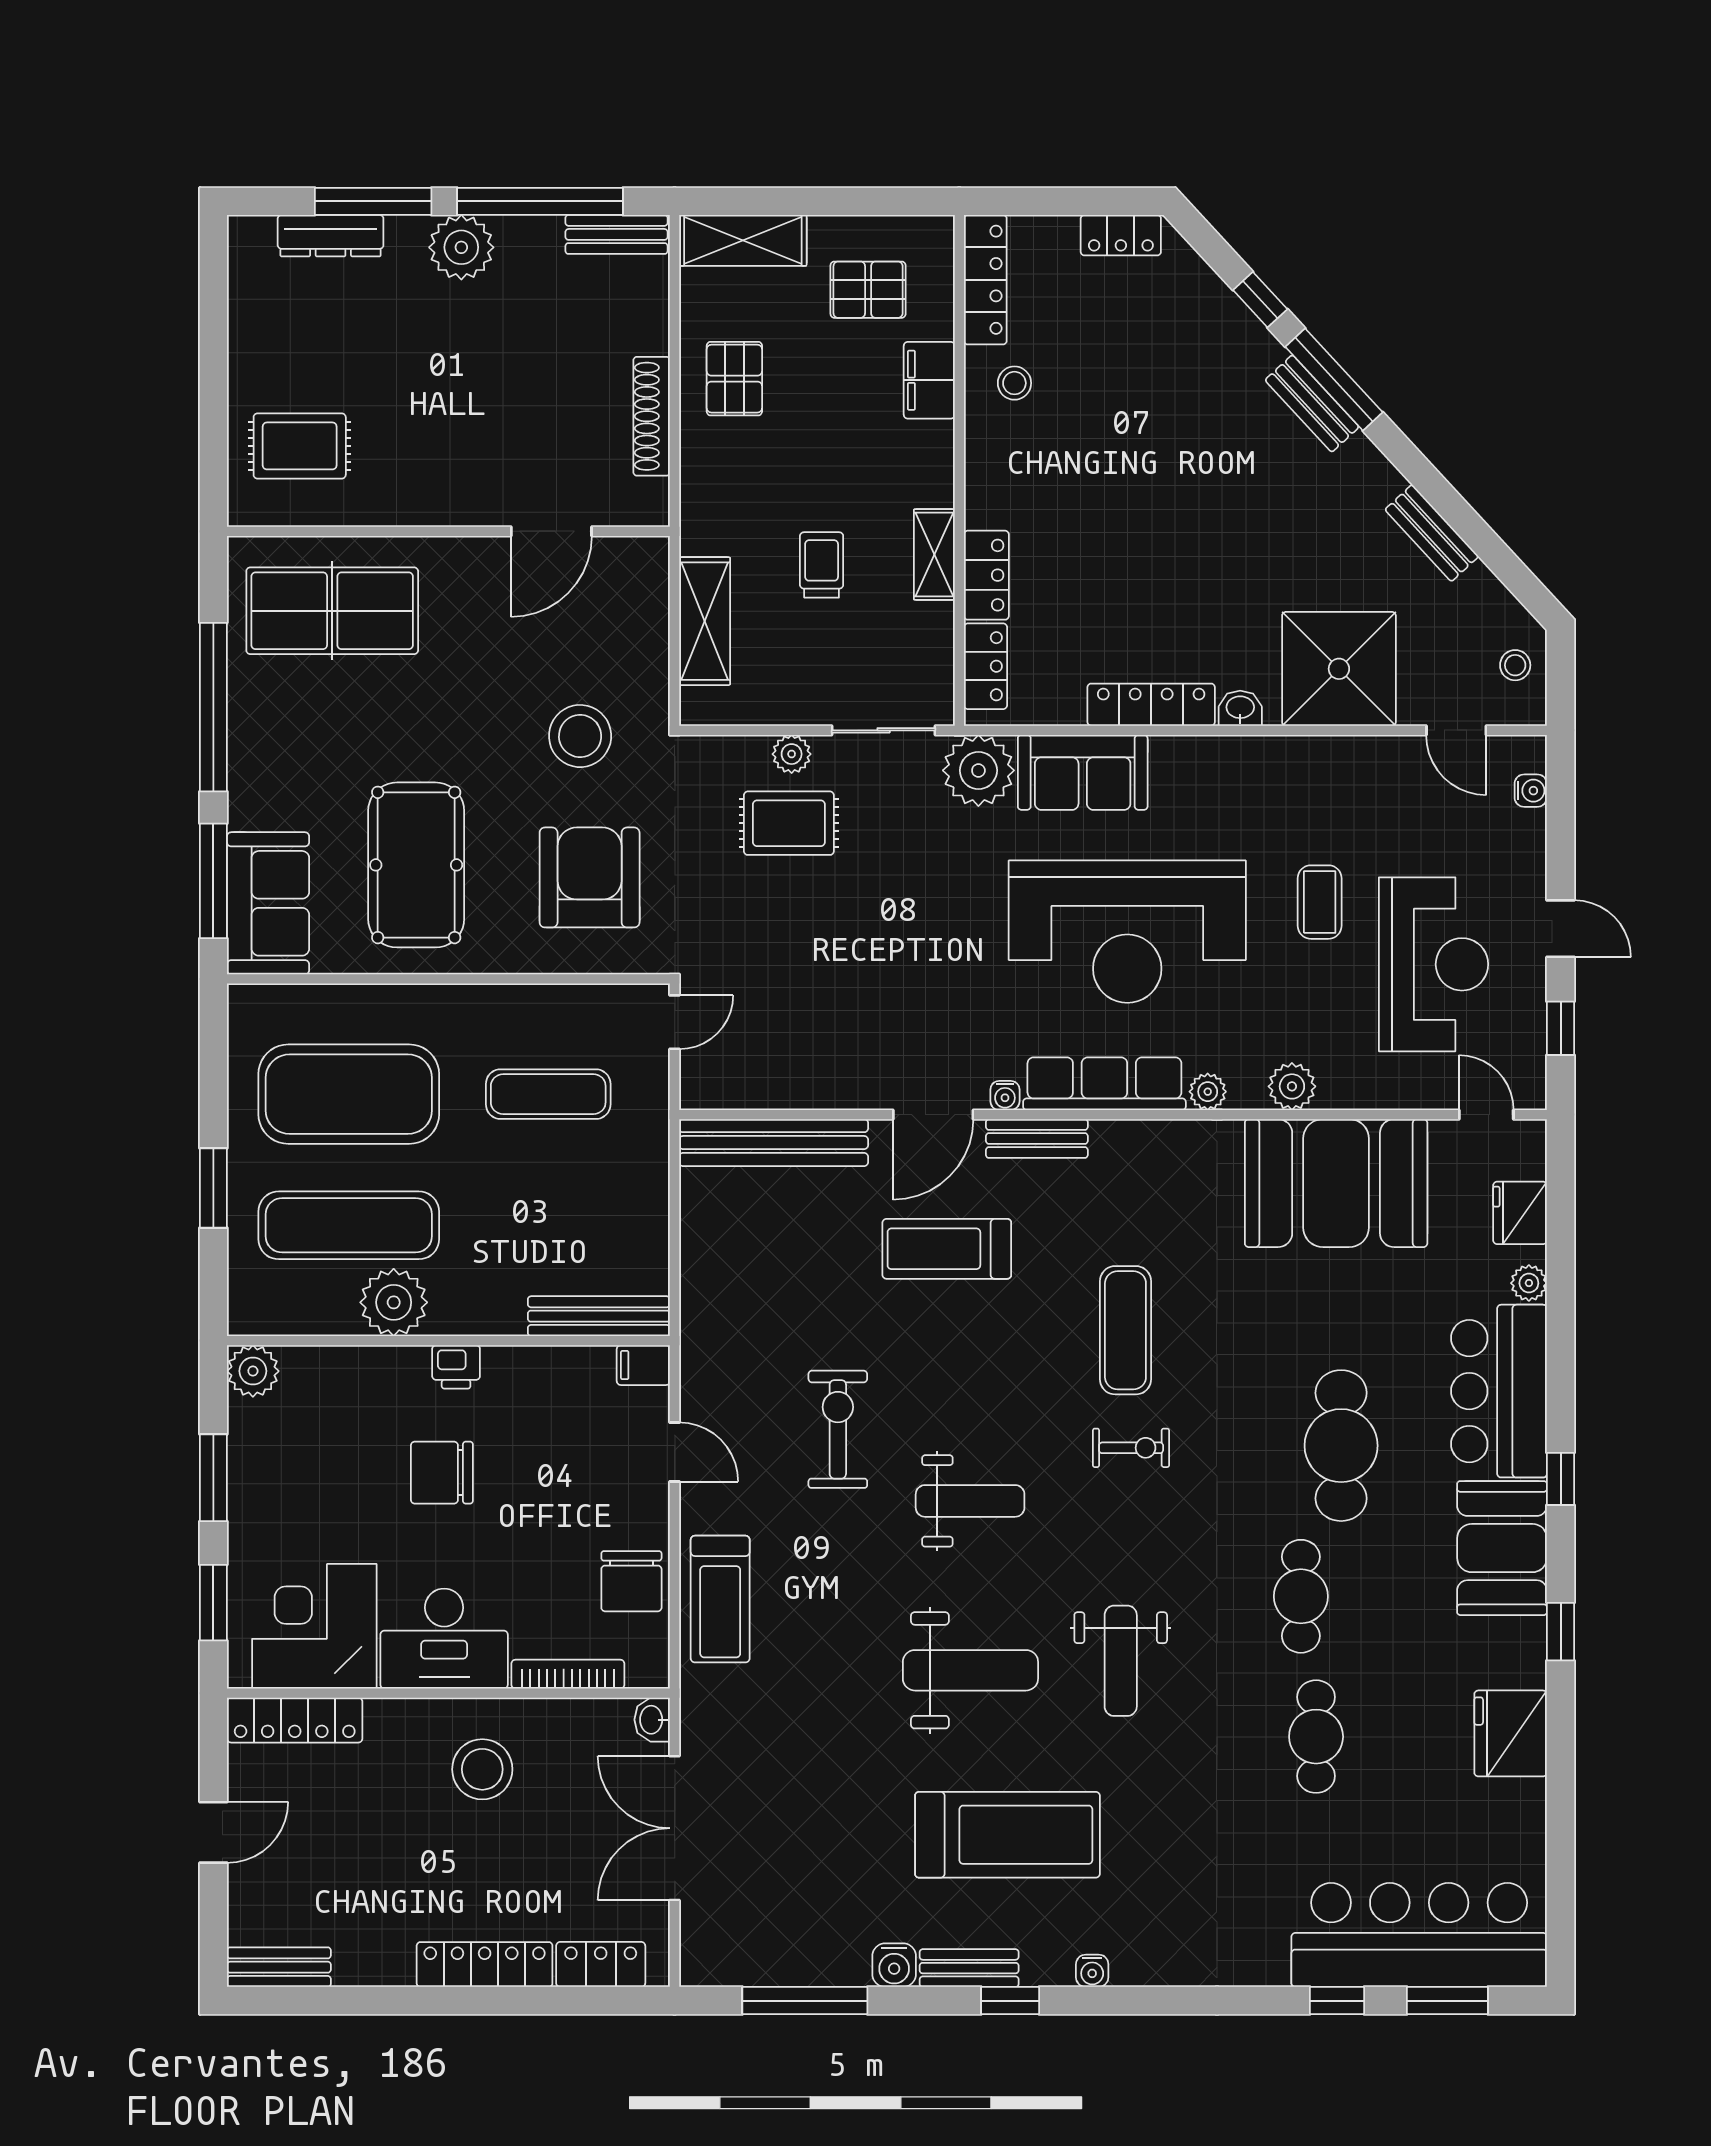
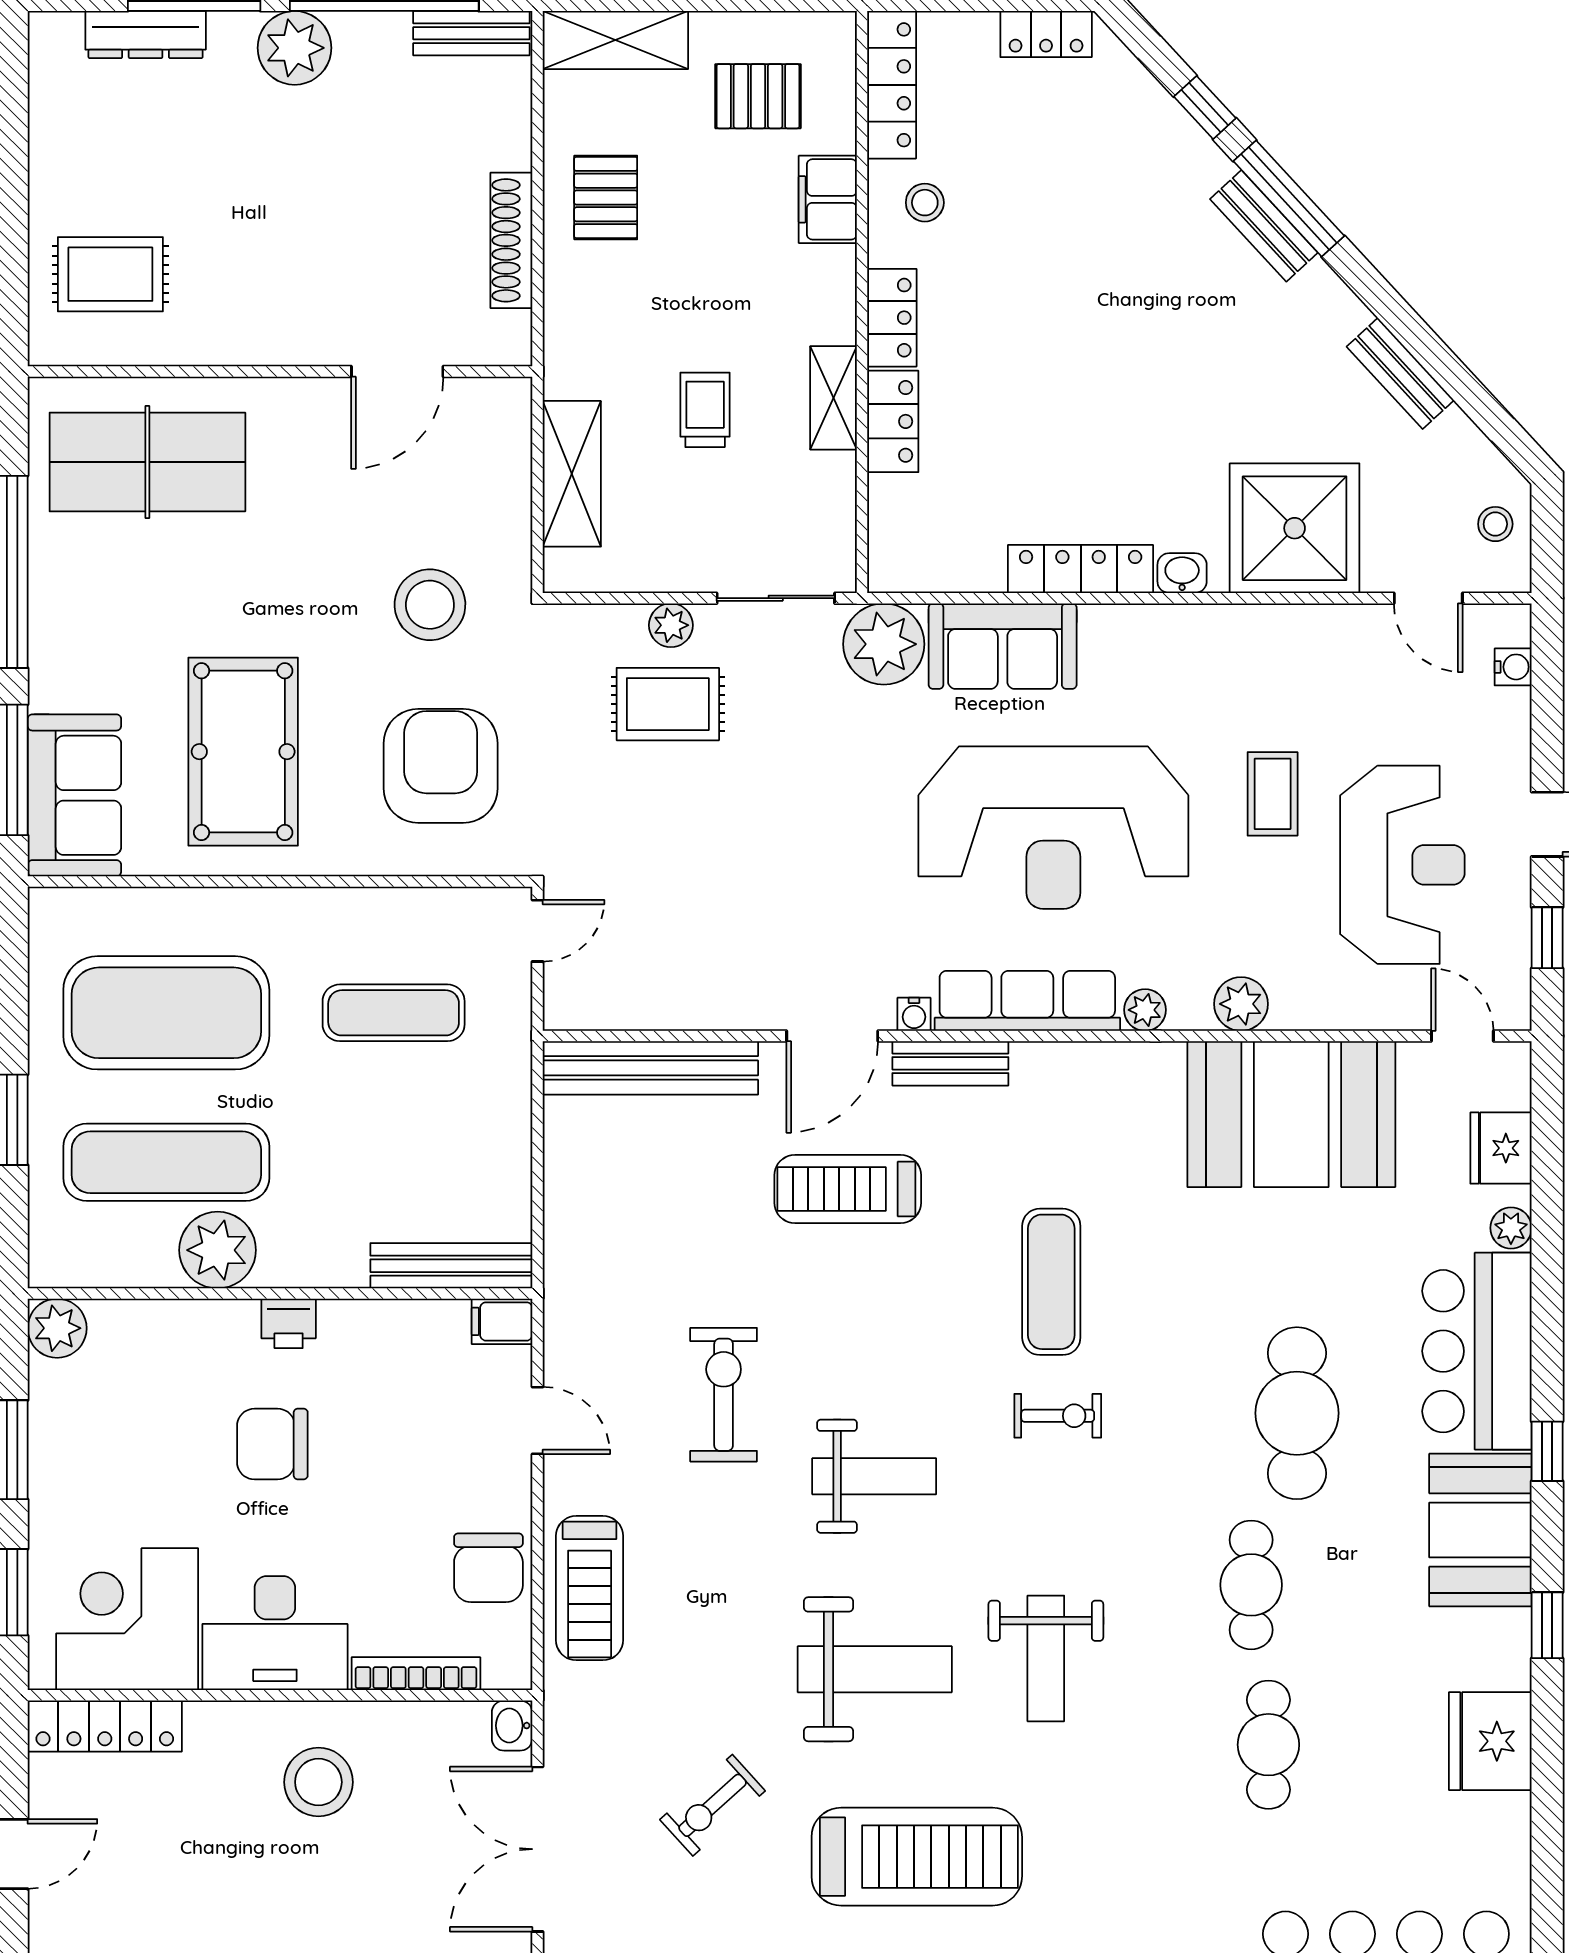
locker: (986, 666) -> (892, 318), moved
exercise bike: (828, 1790) -> (713, 1805), added

